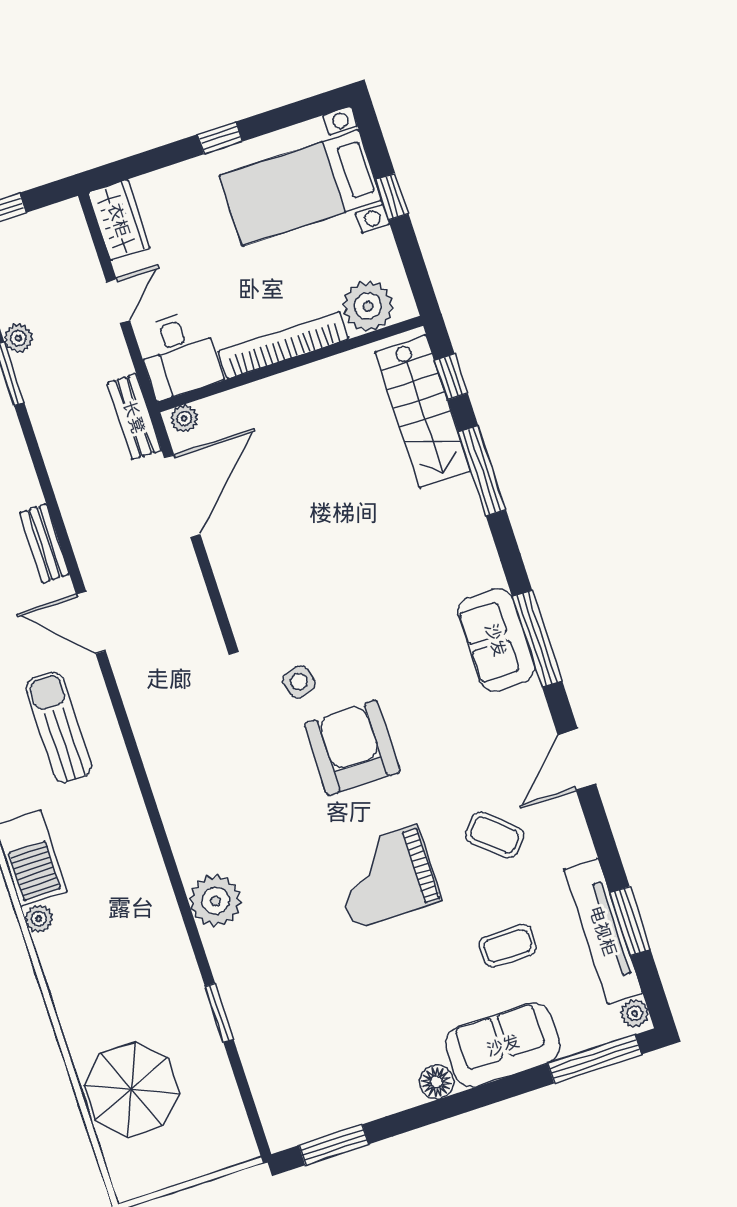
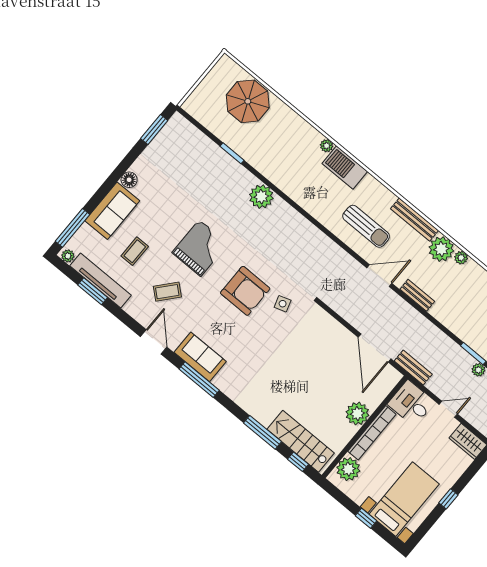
door: (118, 301) -> (448, 409), swing flipped
plant: (184, 419) -> (357, 414), moved, width x1.87, depth x1.87
sofa: (496, 640) -> (200, 357), moved

